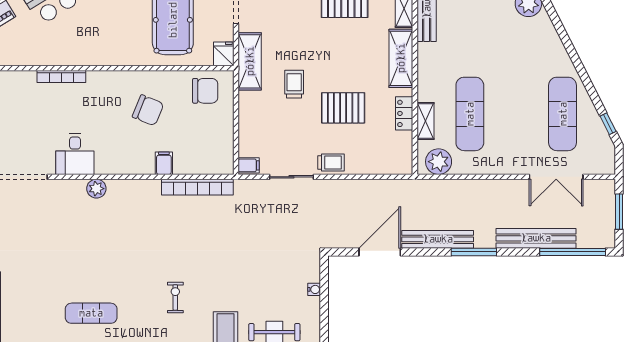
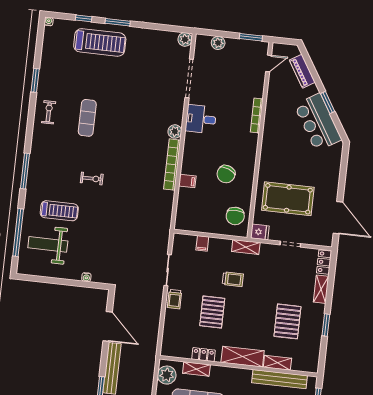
shelving: (250, 61) -> (246, 247), width x0.67, depth x0.75
filing cabinet: (249, 165) -> (202, 243), moved
bookcase: (197, 187) -> (172, 165), moved

